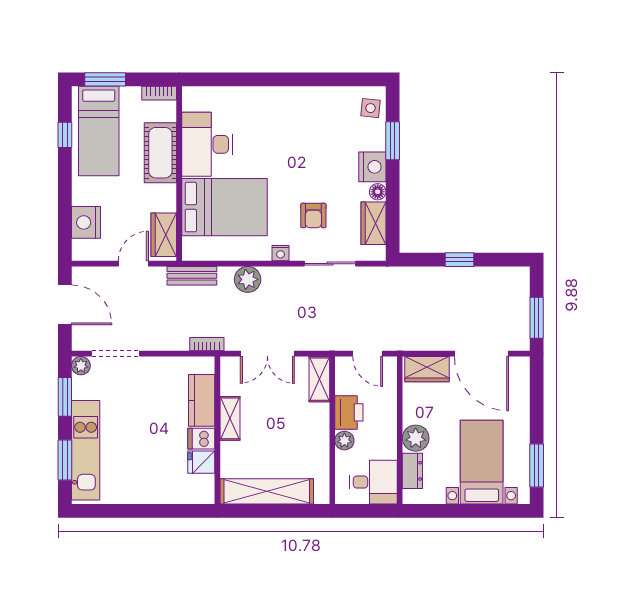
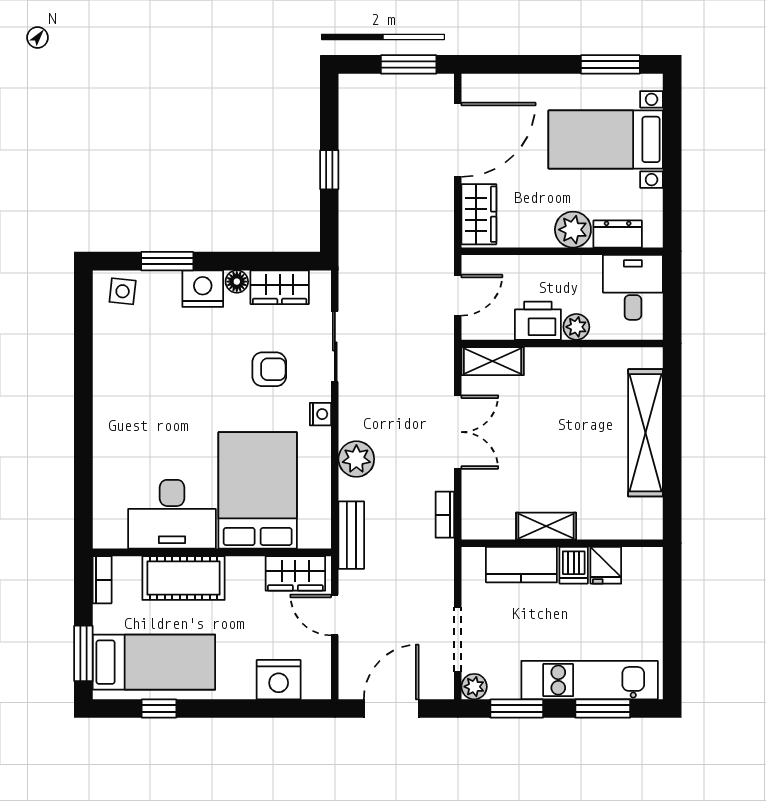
kitchen counter: (202, 400) -> (521, 565), moved
shelving: (230, 418) -> (546, 526), moved
wall: (217, 430) -> (562, 543), moved
dishwasher: (201, 439) -> (574, 565), moved
fridge: (201, 462) -> (606, 565), moved

